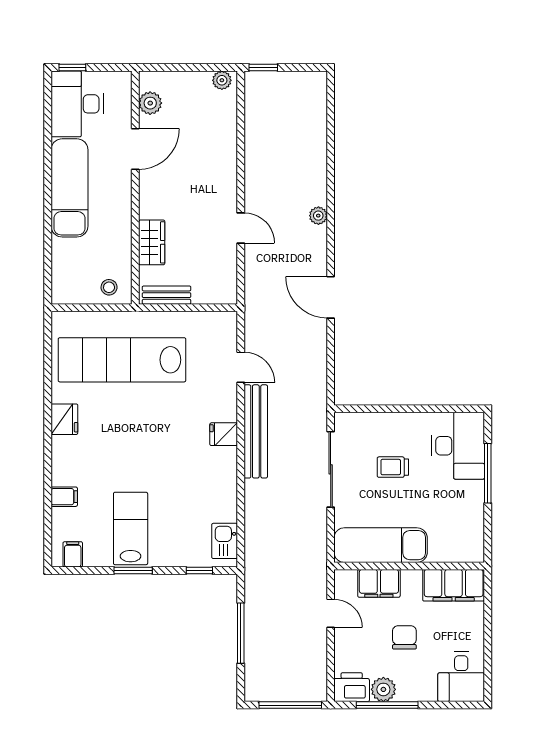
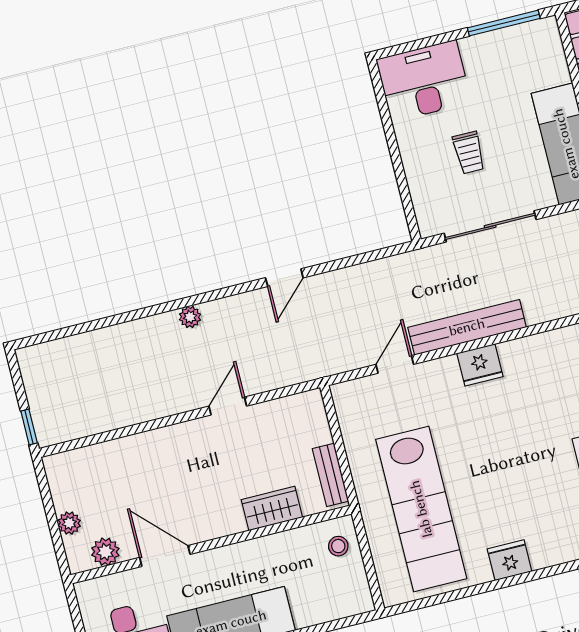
plant: (222, 80) -> (69, 523), moved
door: (331, 297) -> (284, 278), width x0.73
fridge: (224, 434) -> (480, 365), width x1.38
window: (488, 473) -> (504, 23), moved

